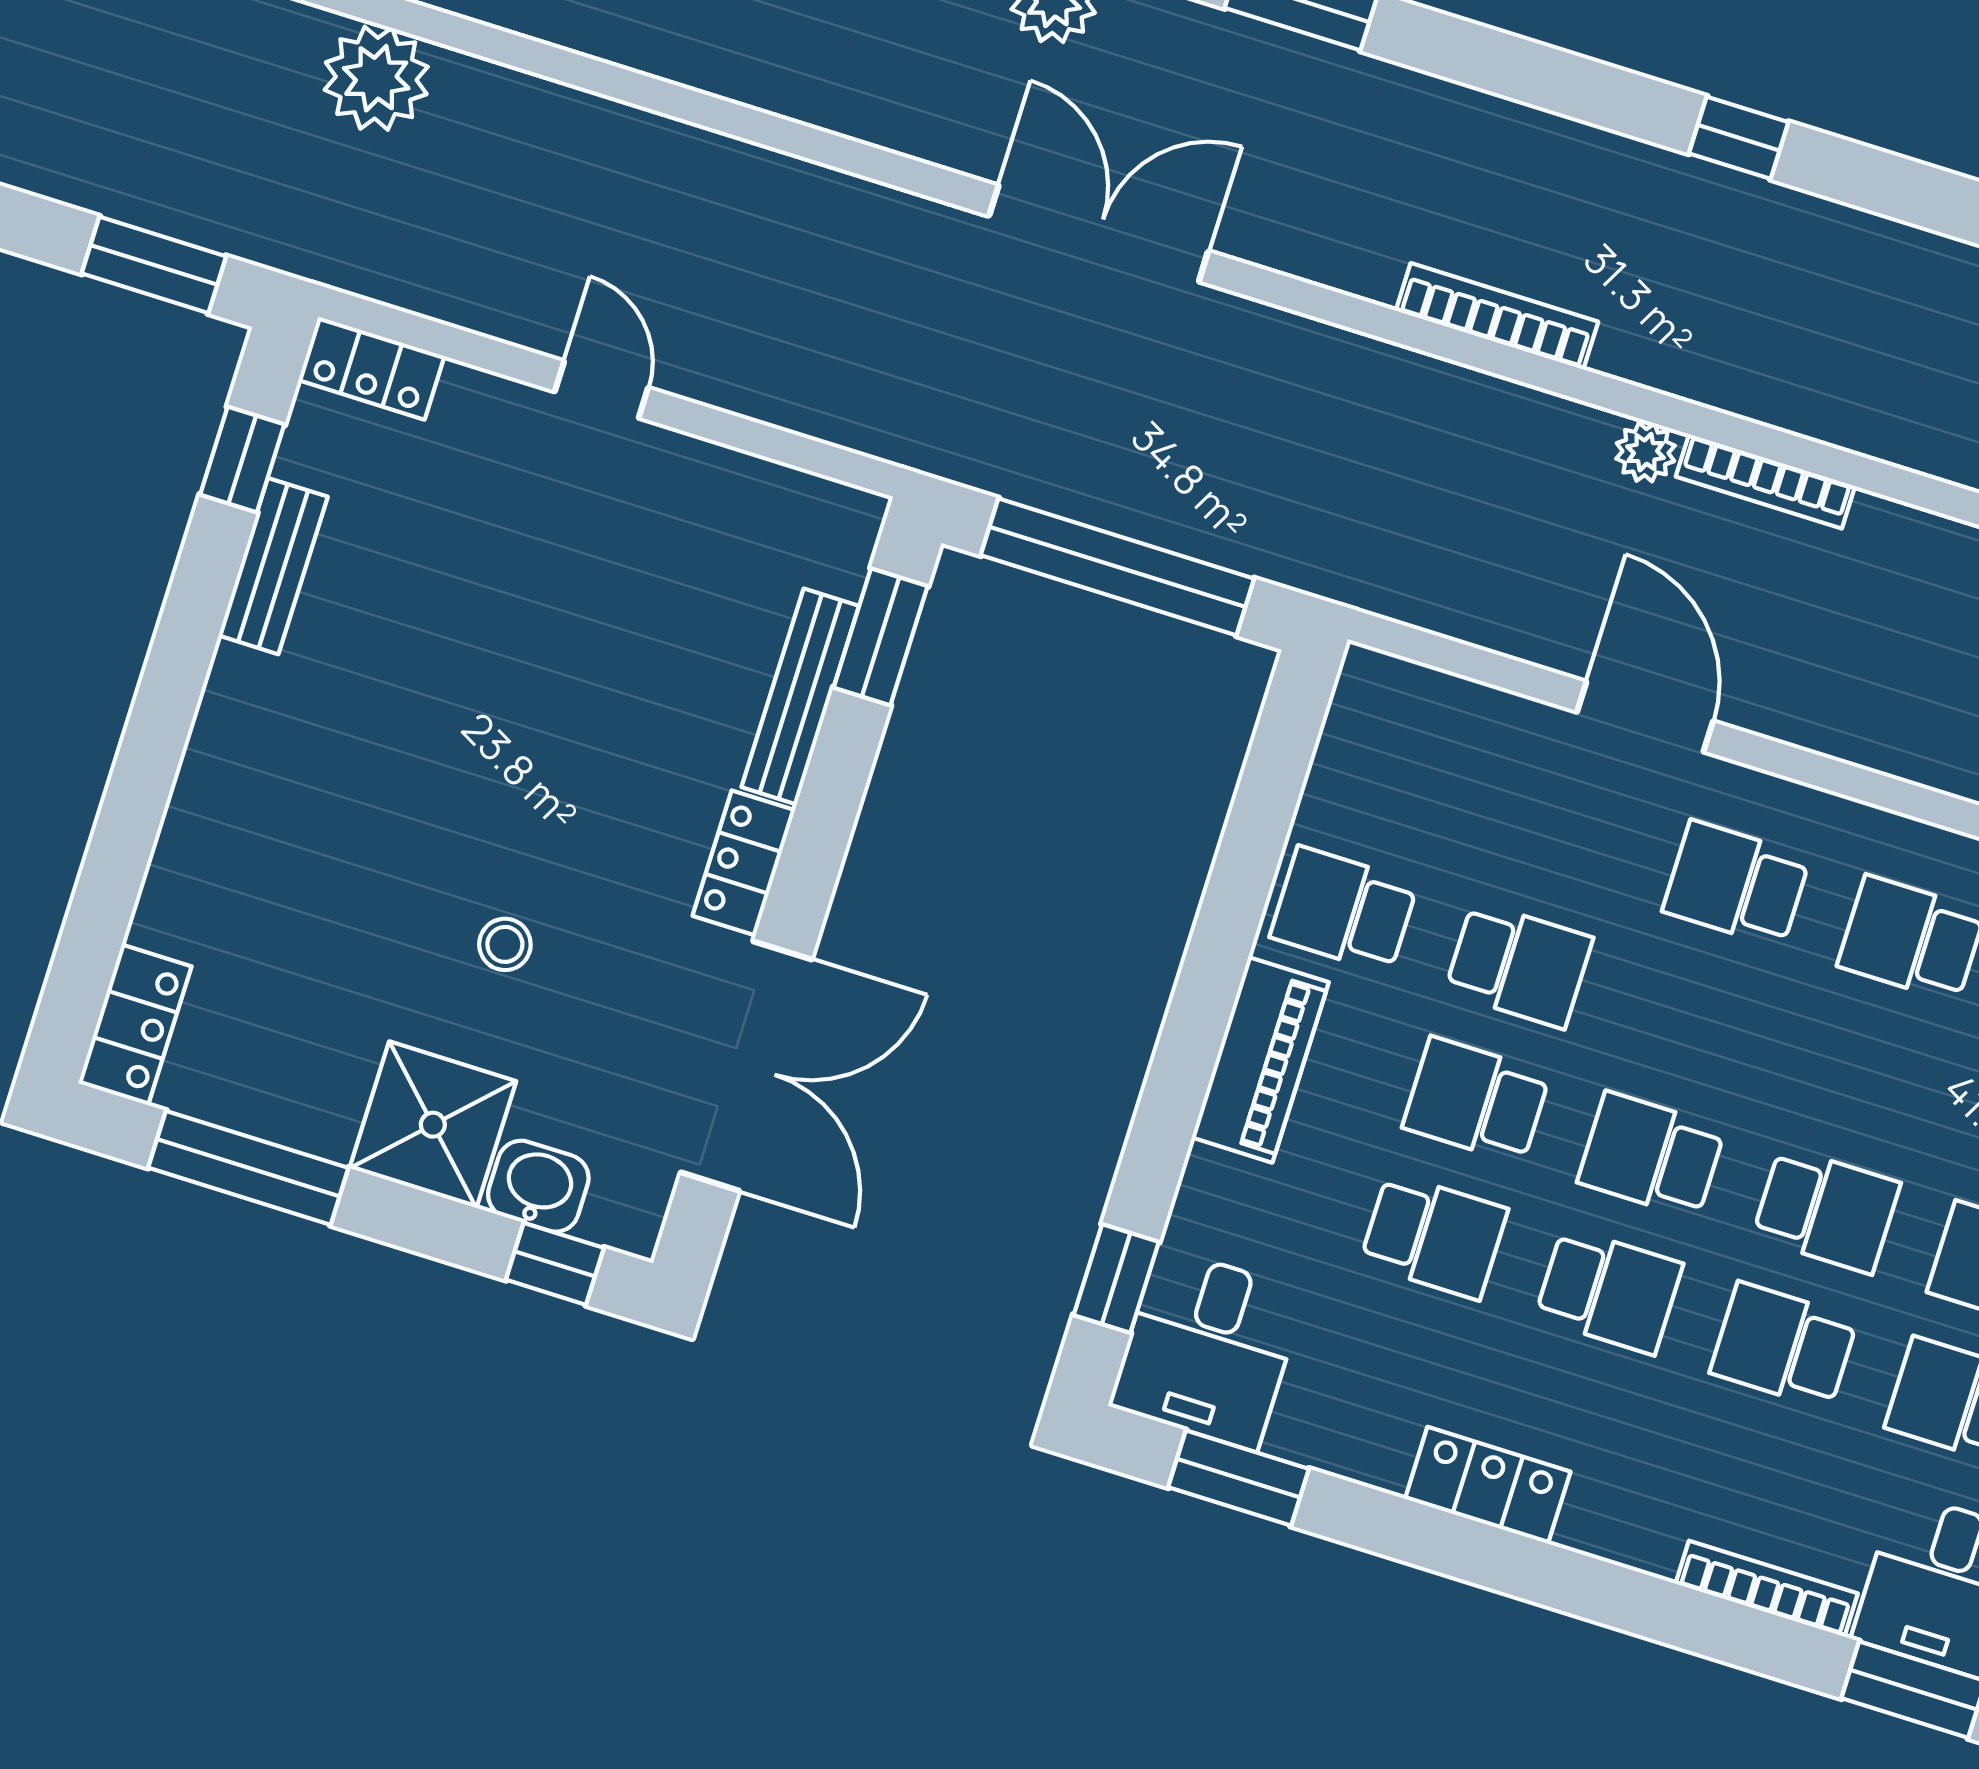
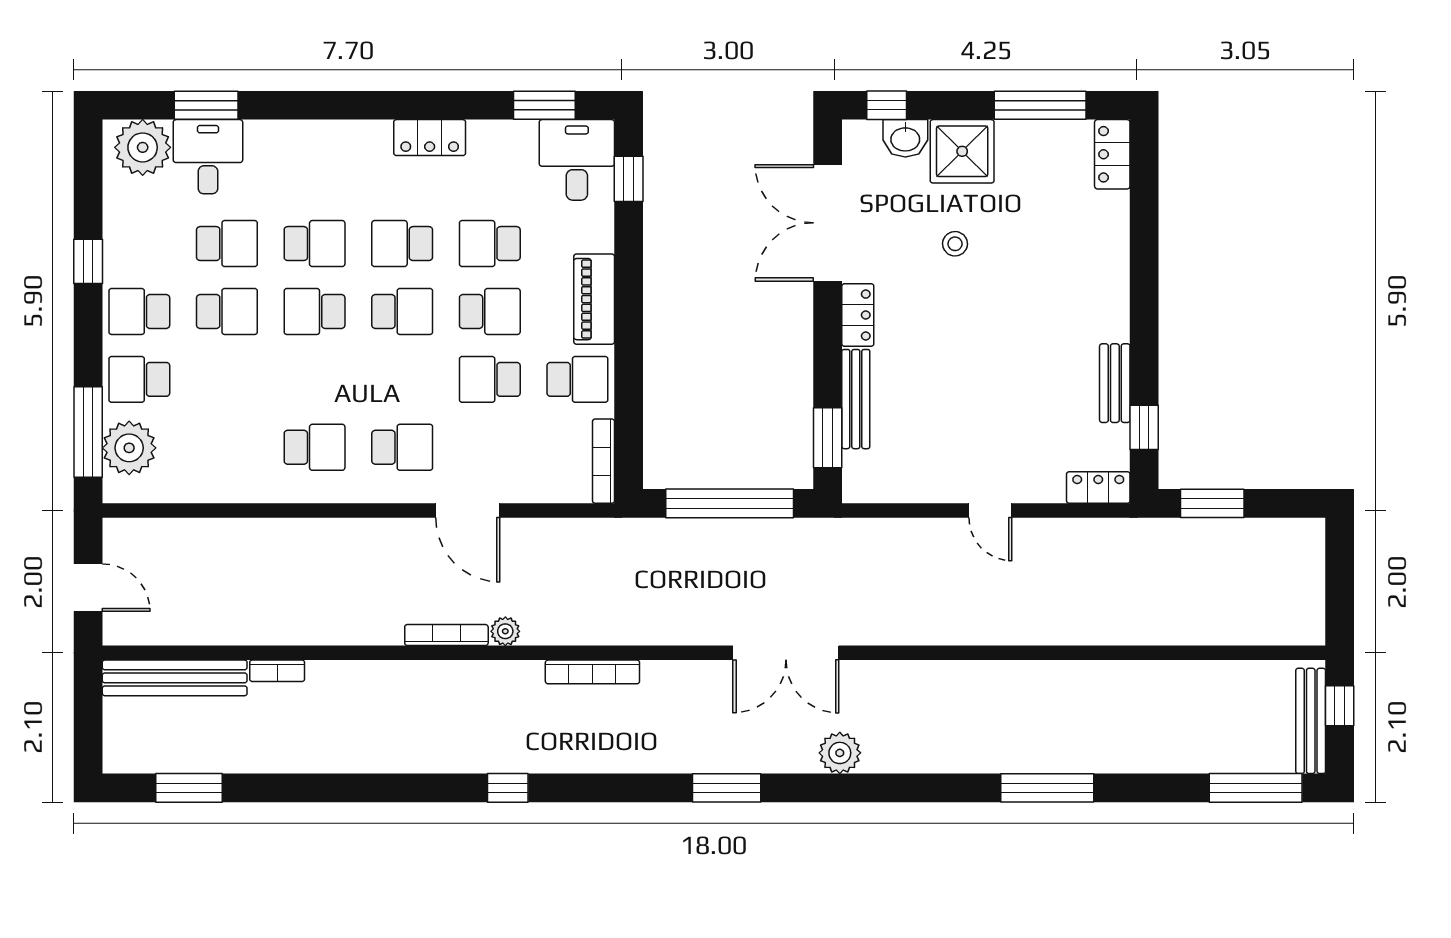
plant: (376, 78) -> (1137, 620), removed
bookcase: (1767, 1589) -> (604, 461), moved, turned 90

